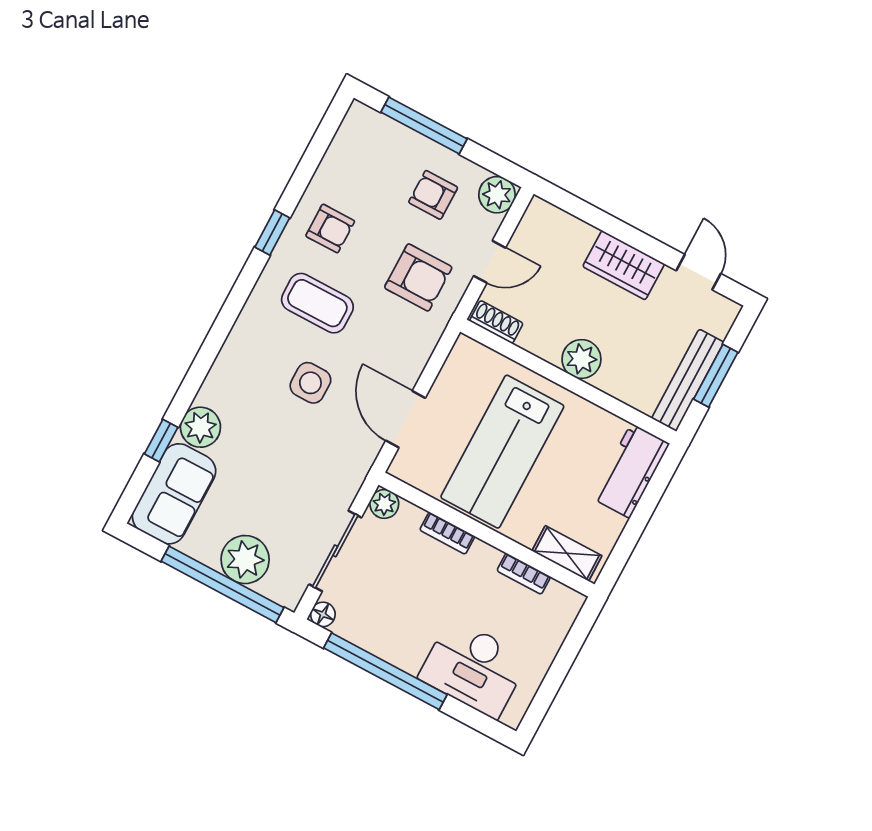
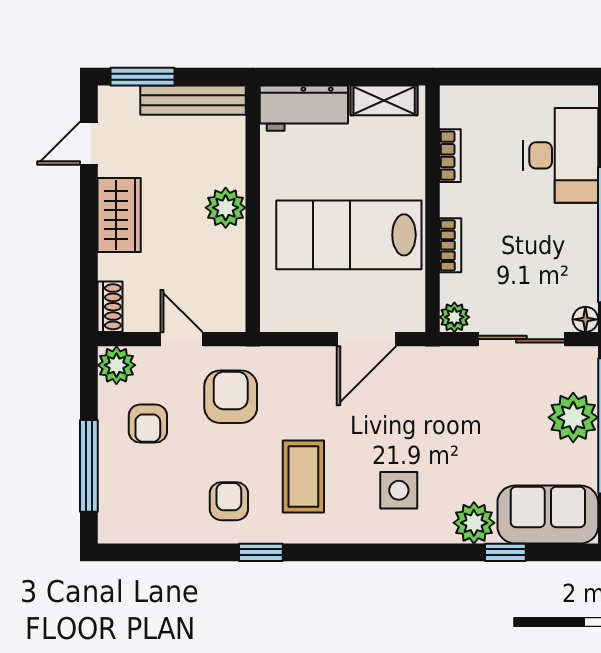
shoe rack: (496, 322) -> (110, 307), moved, turned 180
window: (716, 376) -> (143, 77), moved
side table: (310, 383) -> (399, 490), moved
lab bench: (502, 452) -> (349, 235), turned 180
shelving: (567, 553) -> (384, 100), moved, turned 90

